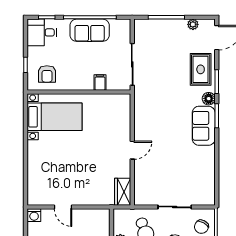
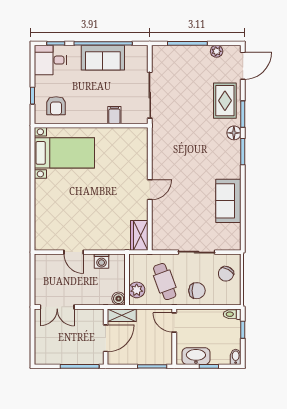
sofa: (204, 126) -> (228, 201), moved
washing machine: (34, 215) -> (101, 261), moved

